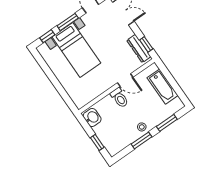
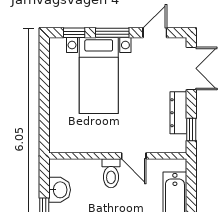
dresser: (139, 48) -> (178, 113), moved
washbasin: (92, 117) -> (60, 190), moved

